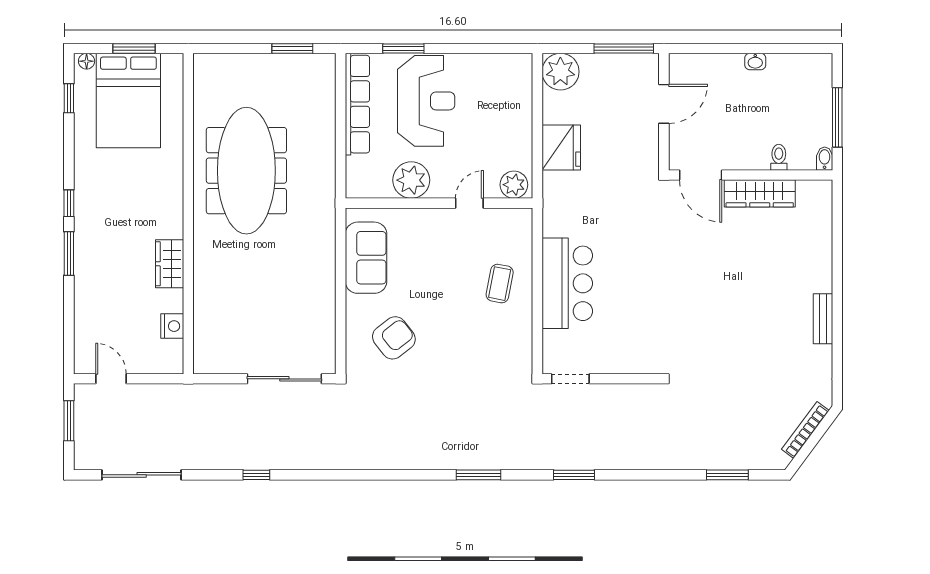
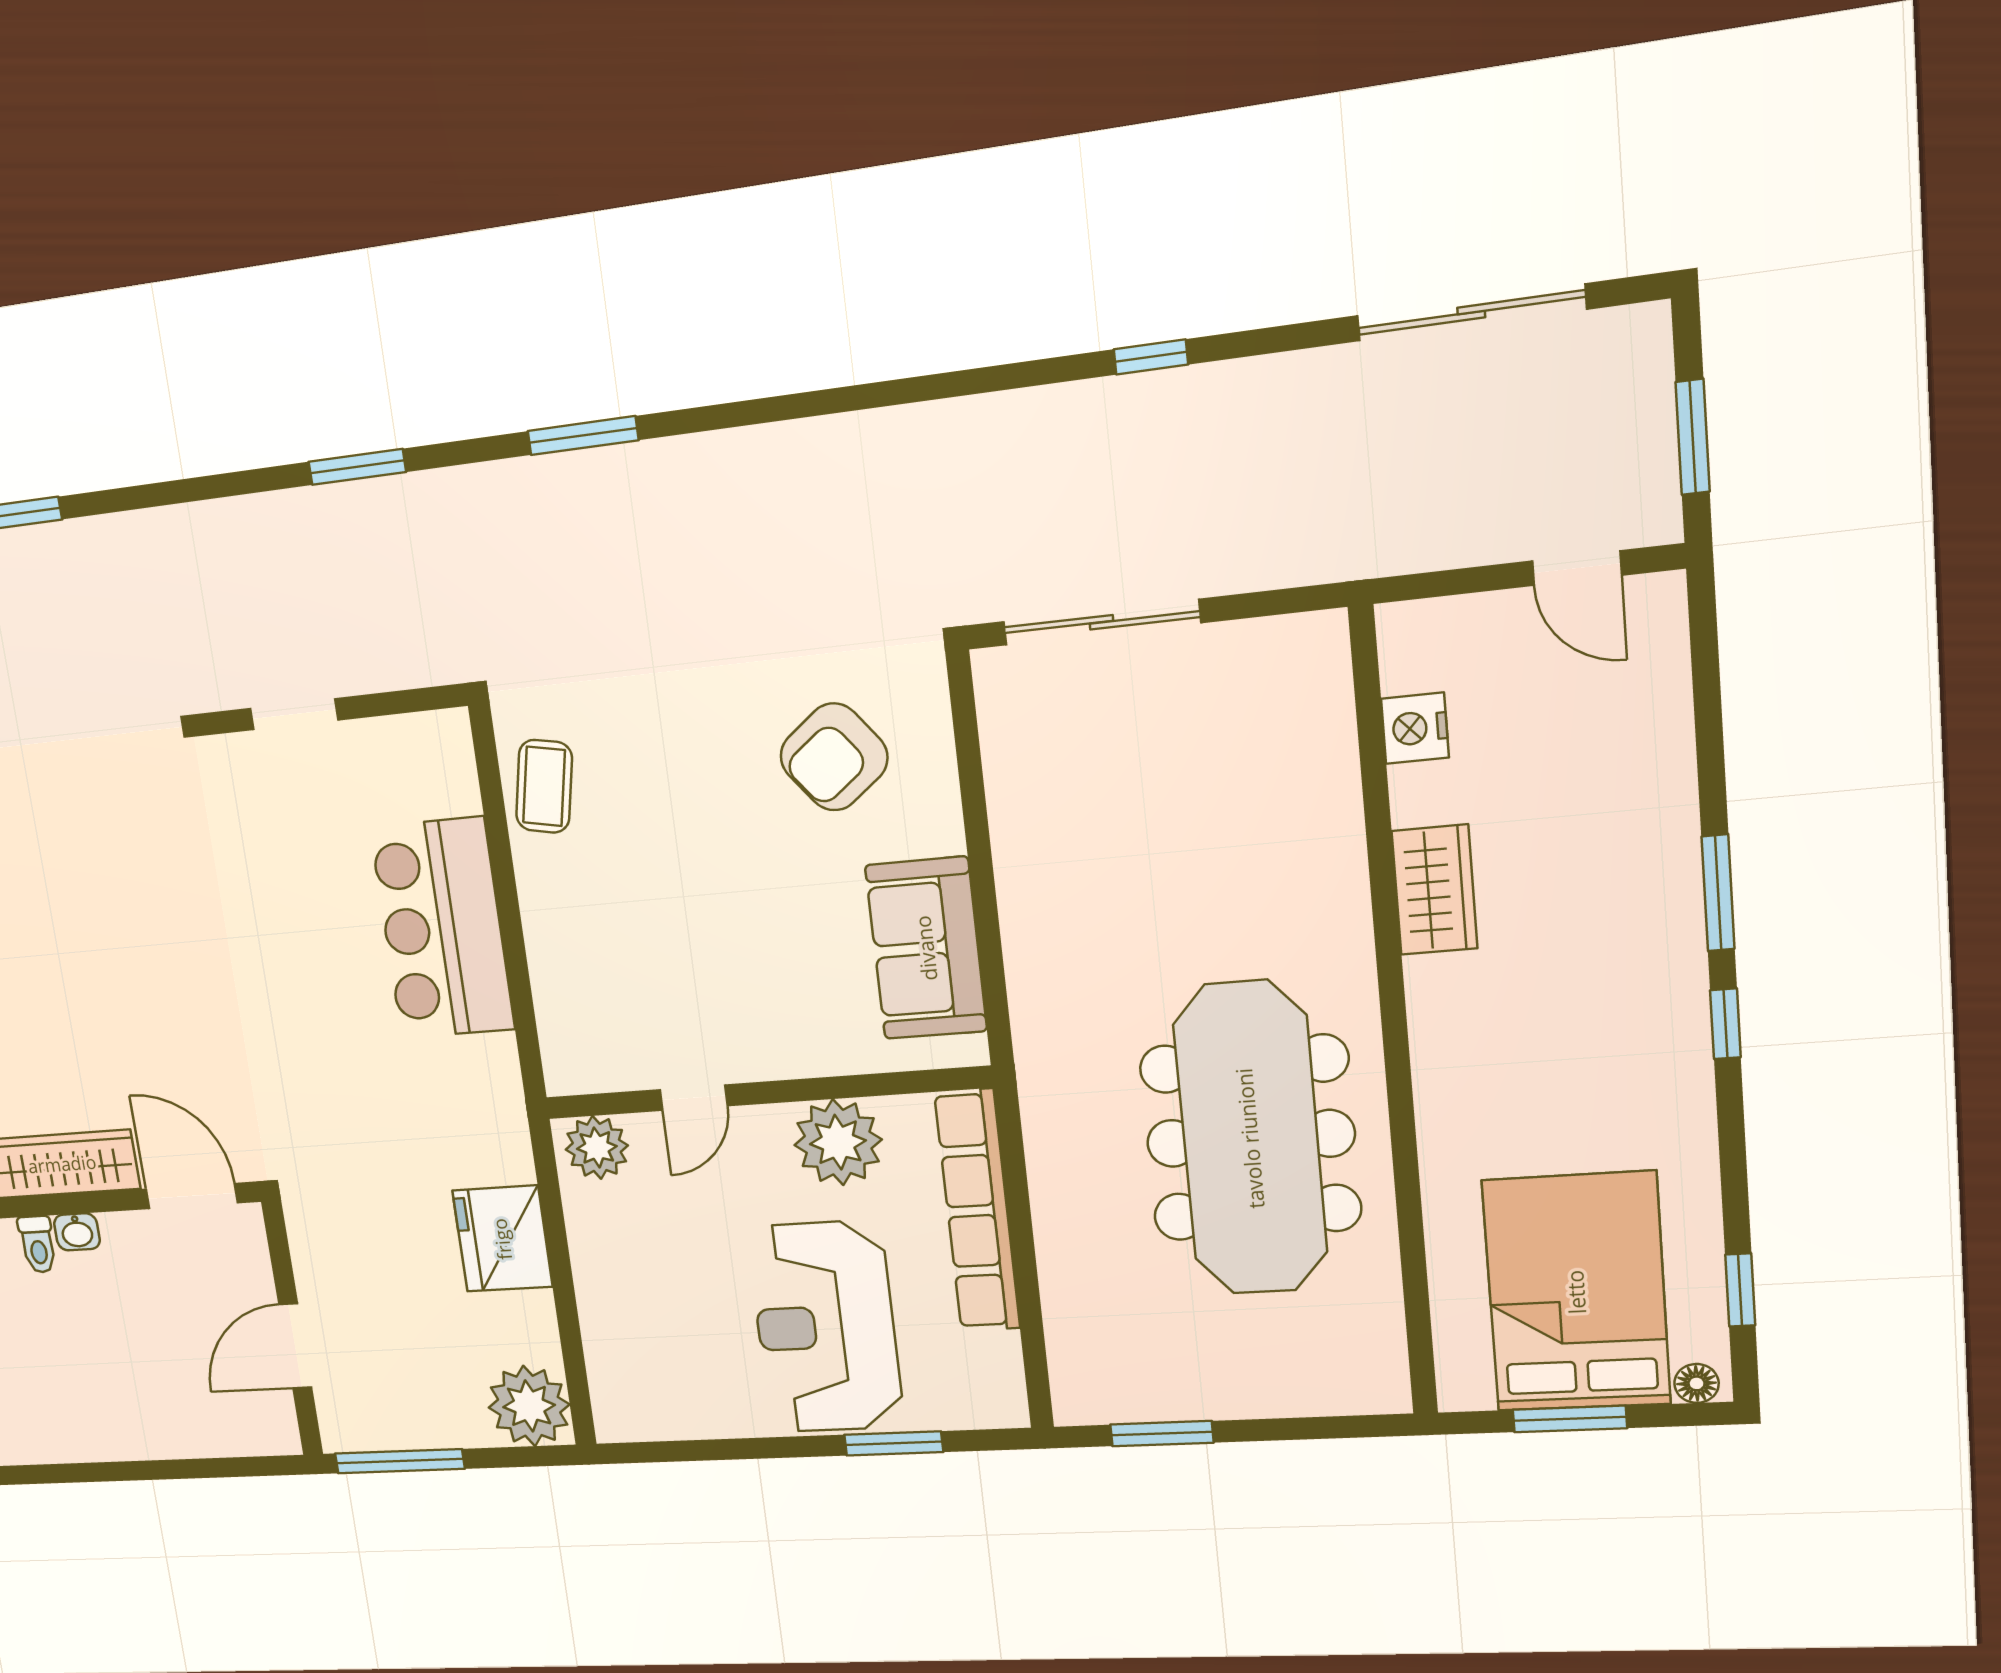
washbasin: (755, 62) -> (77, 1232), moved, turned 180
row of seats: (357, 104) -> (977, 1211), moved
coffee table: (500, 284) -> (544, 786), moved
doorway: (570, 379) -> (294, 714), moved

